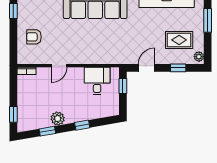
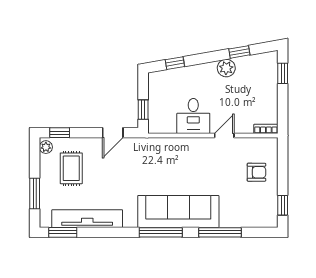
rug: (179, 40) -> (71, 168), turned 90
window: (178, 68) -> (60, 133), moved
desk: (97, 81) -> (193, 116), moved
window: (82, 125) -> (175, 63), moved

